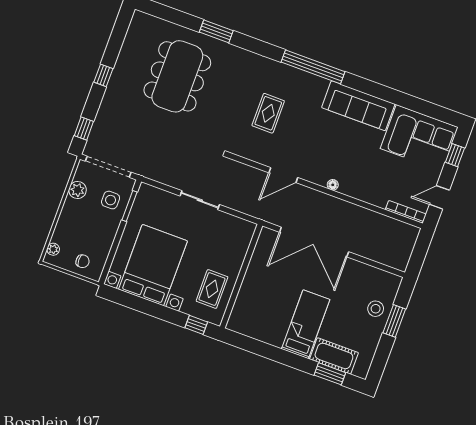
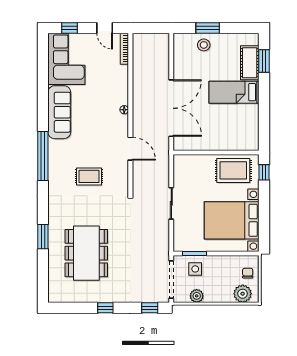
dining table: (177, 76) -> (86, 253), turned 90
plant: (53, 249) -> (243, 294), width x1.87, depth x1.87
rug: (212, 289) -> (233, 170), width x1.36, depth x1.43

